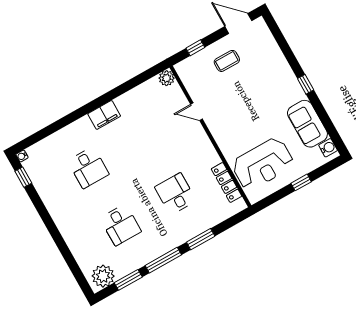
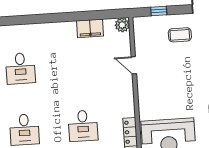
filing cabinet: (104, 115) -> (90, 28), moved
desk: (175, 194) -> (83, 126), turned 180

